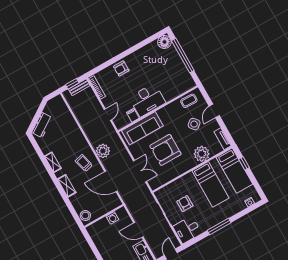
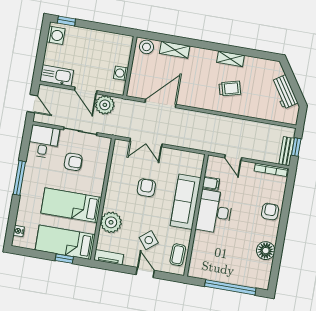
floor lamp: (164, 42) -> (266, 251), moved
workbench: (42, 125) -> (285, 92), moved
sofa: (142, 128) -> (186, 202), moved
armchair: (165, 150) -> (146, 188), width x0.53, depth x0.53
plant: (103, 151) -> (105, 105), moved
trolley: (84, 163) -> (230, 89), moved
shelving: (67, 186) -> (175, 50), moved
door: (138, 230) -> (86, 90), swing flipped

